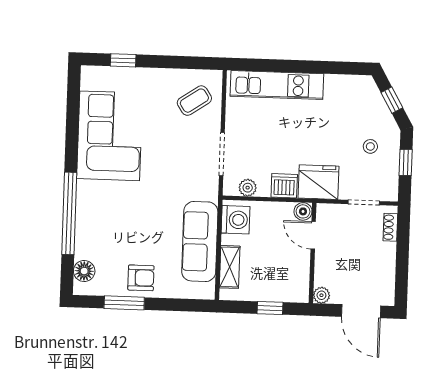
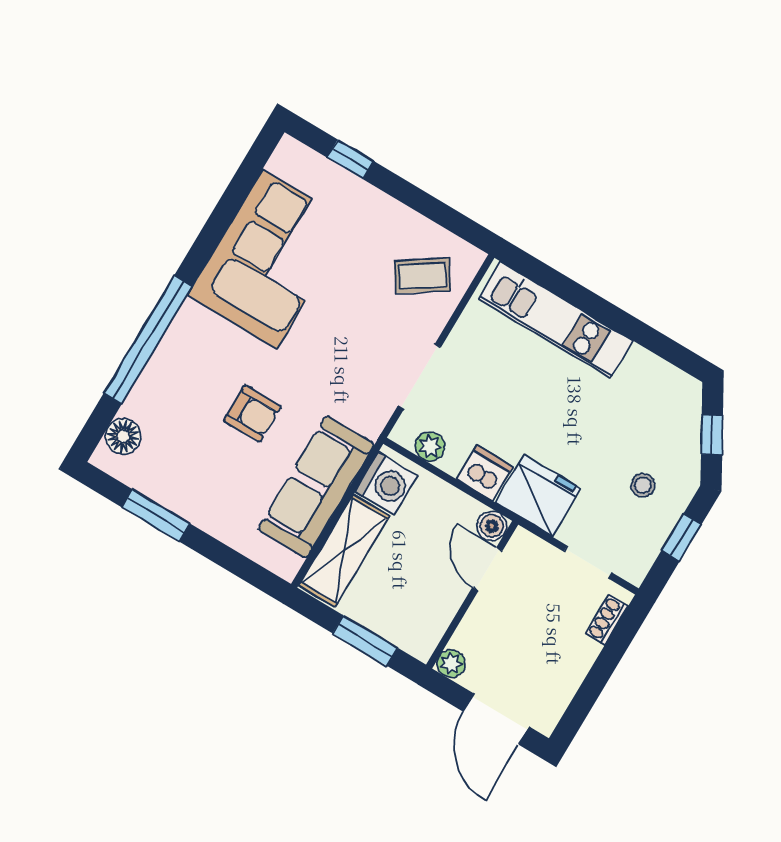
shelving: (230, 267) -> (344, 551), width x1.50, depth x1.33
armchair: (141, 278) -> (252, 414), moved
window: (270, 308) -> (365, 641), width x1.50

